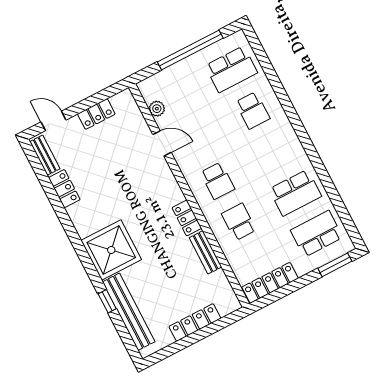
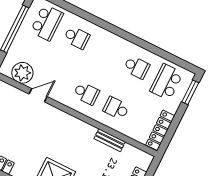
plant: (157, 109) -> (22, 73), width x1.87, depth x1.87
school desk: (295, 193) -> (137, 67), width x0.54
locker: (187, 218) -> (84, 128), removed

